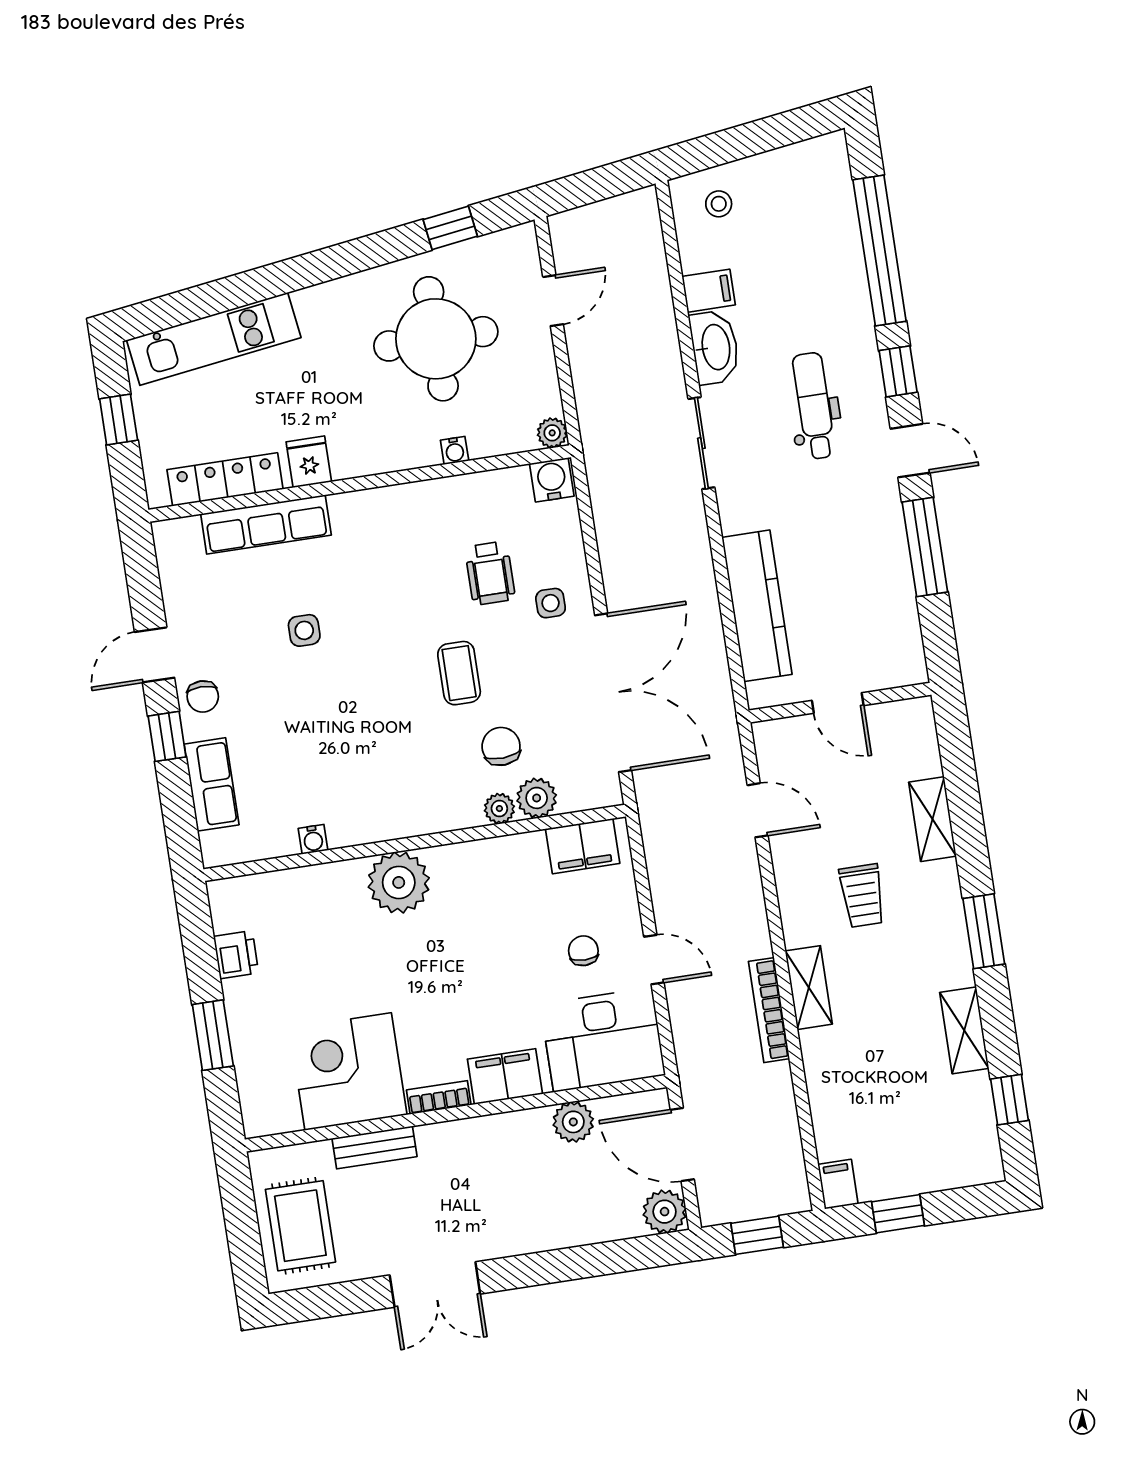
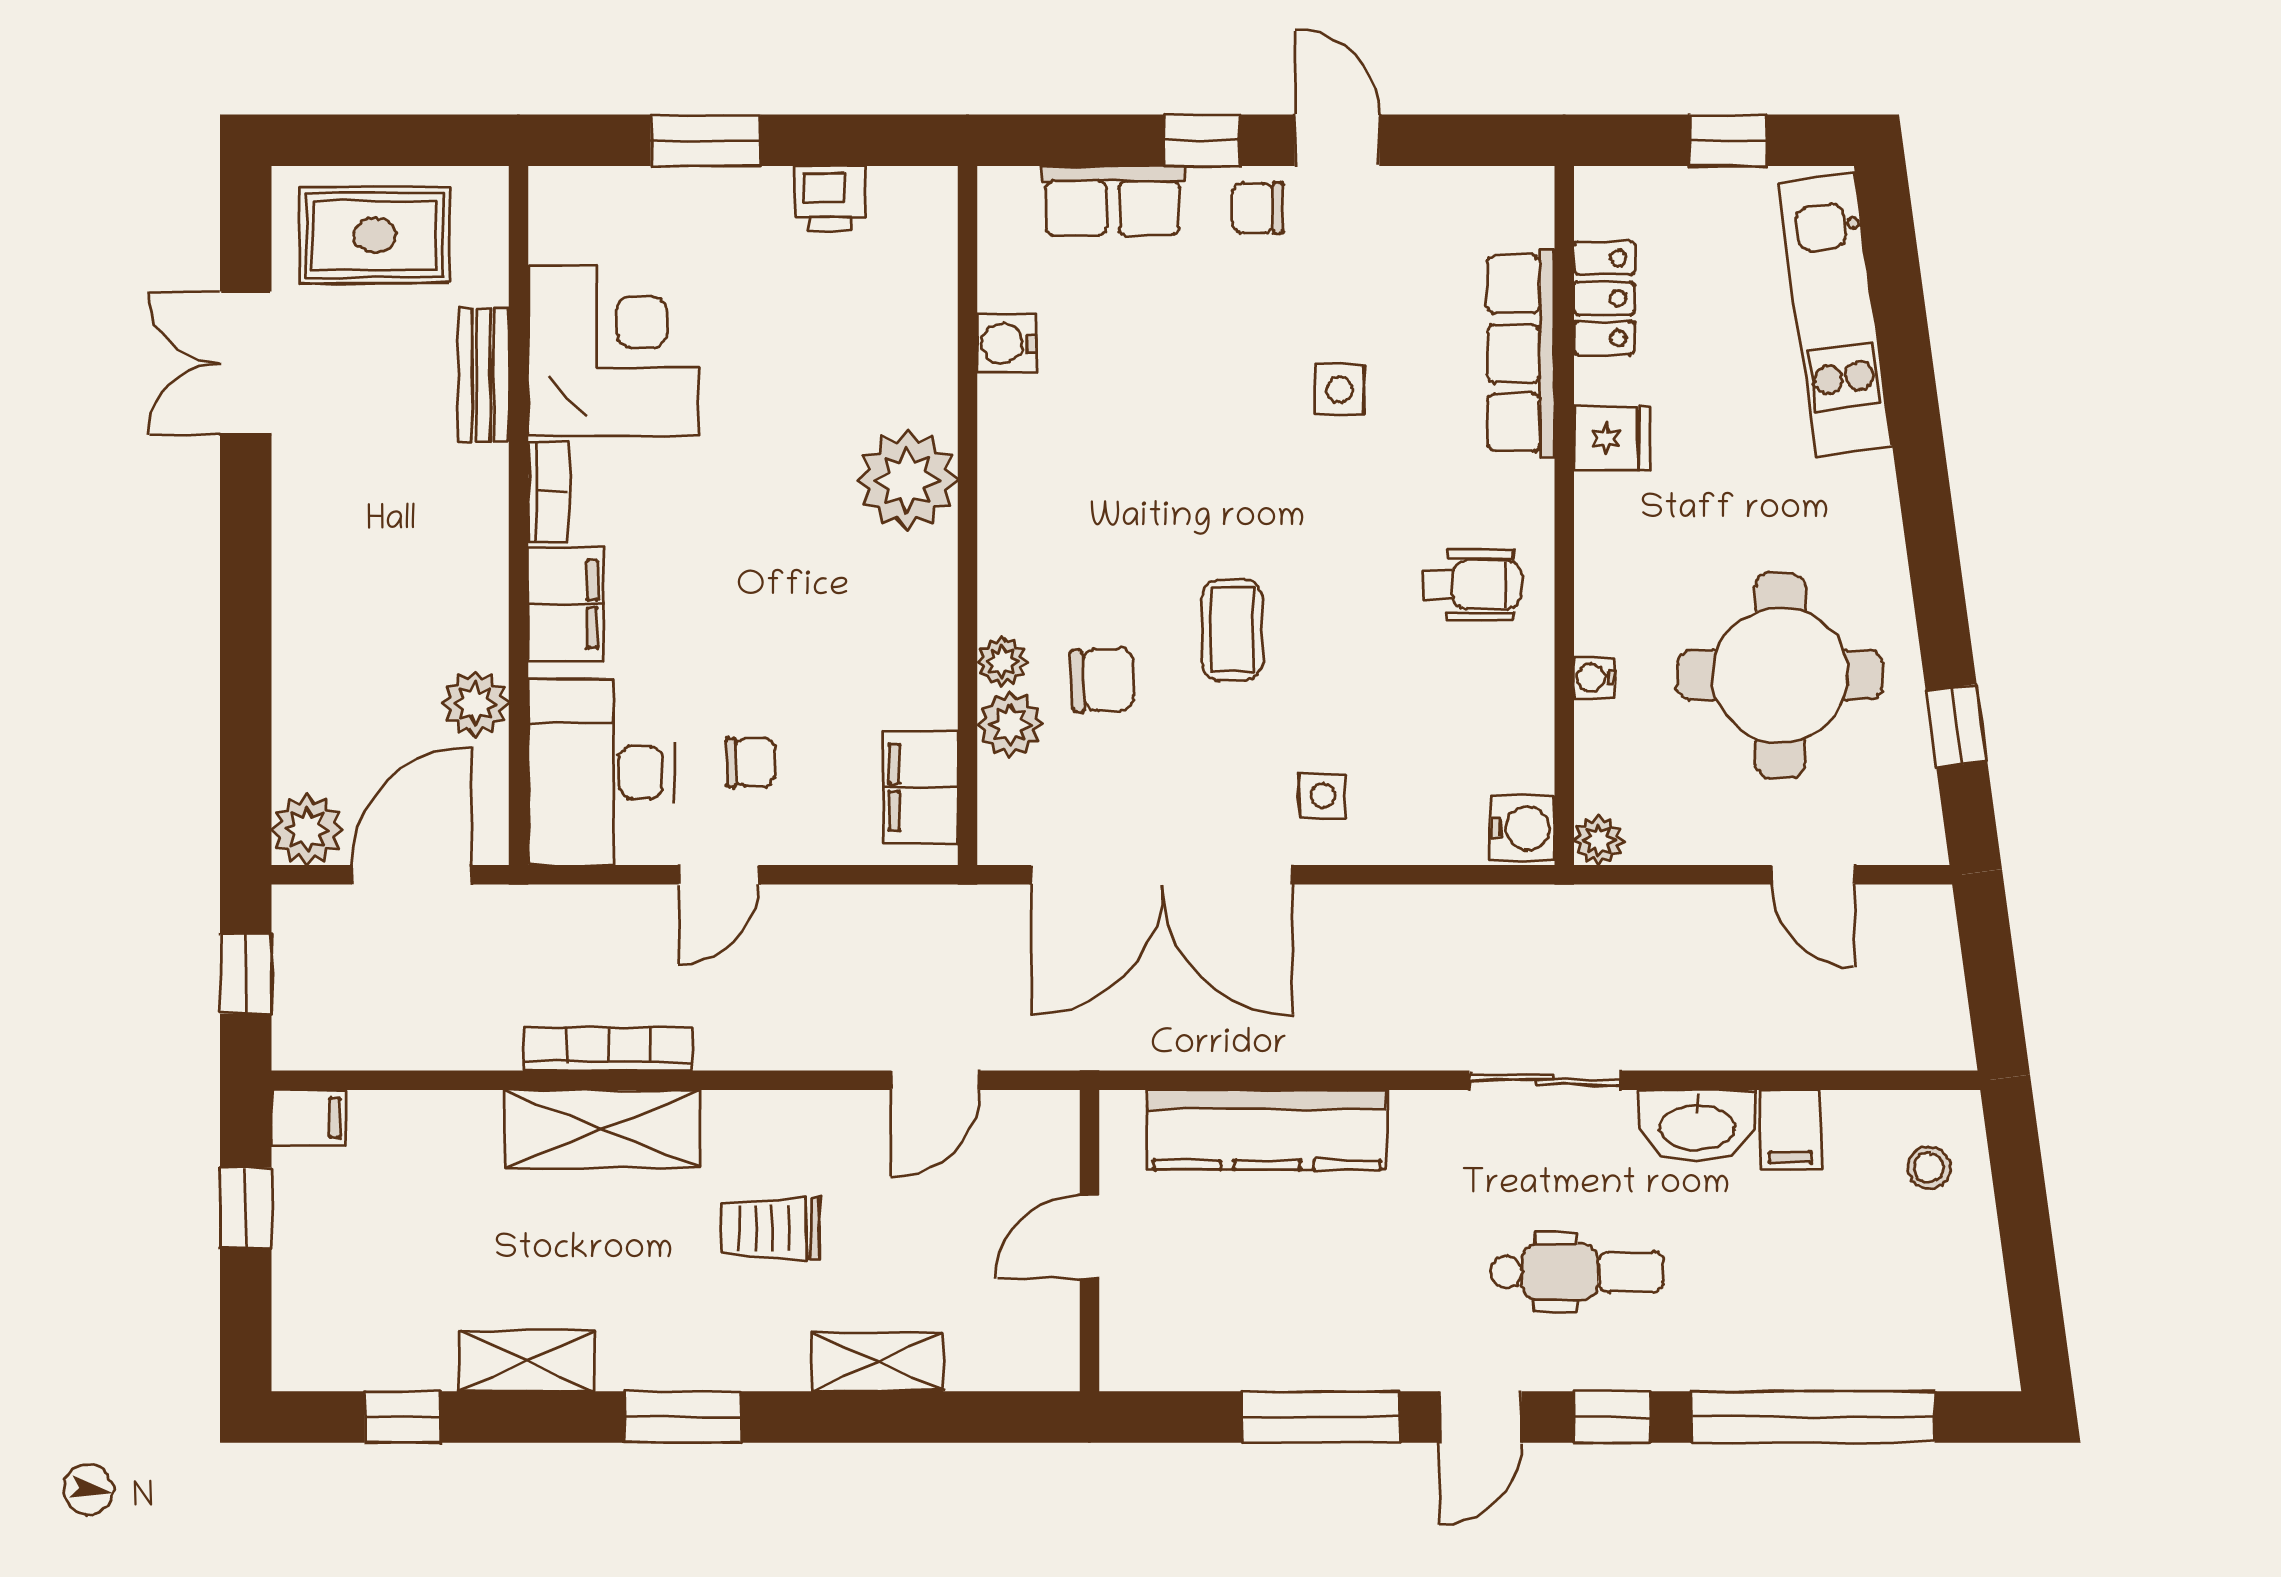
locker: (225, 479) -> (1604, 298), width x0.66
wheelchair: (490, 573) -> (1472, 585), moved, turned 180
coffee table: (459, 673) -> (1232, 630), turned 90
water cooler: (313, 839) -> (1007, 343), width x1.38, depth x1.38
shelving: (809, 988) -> (602, 1129), width x1.50, depth x1.33
double door: (435, 1285) -> (246, 363), moved

